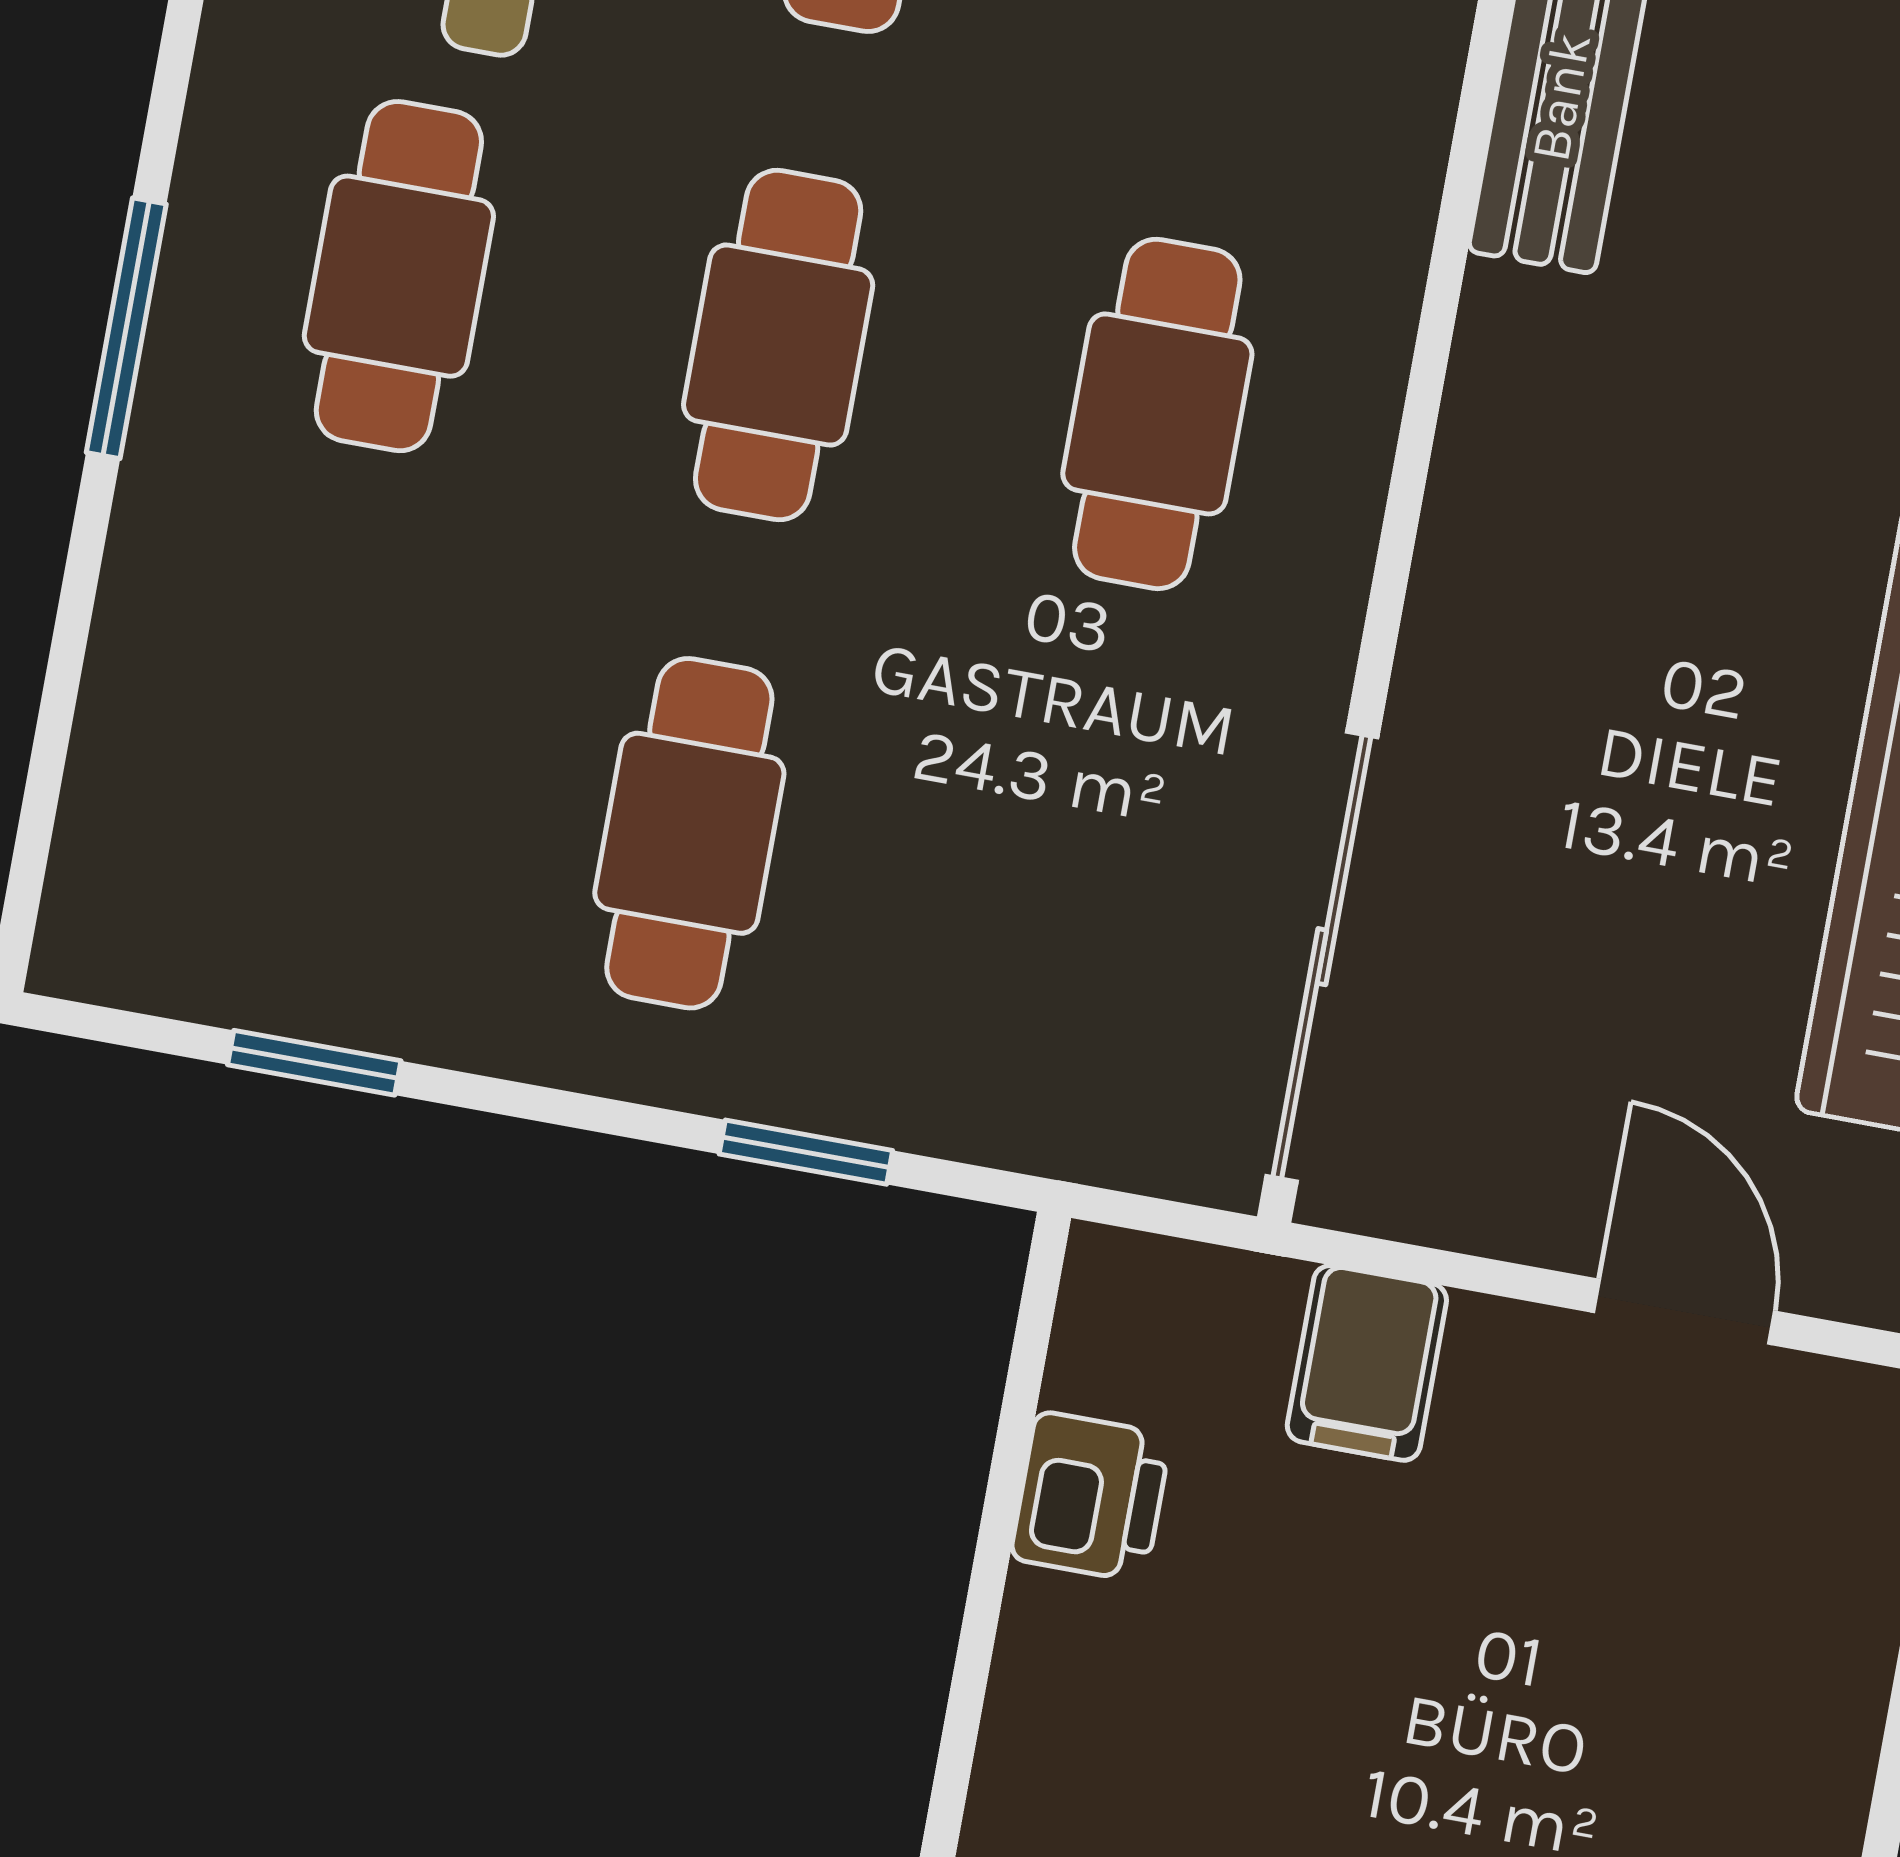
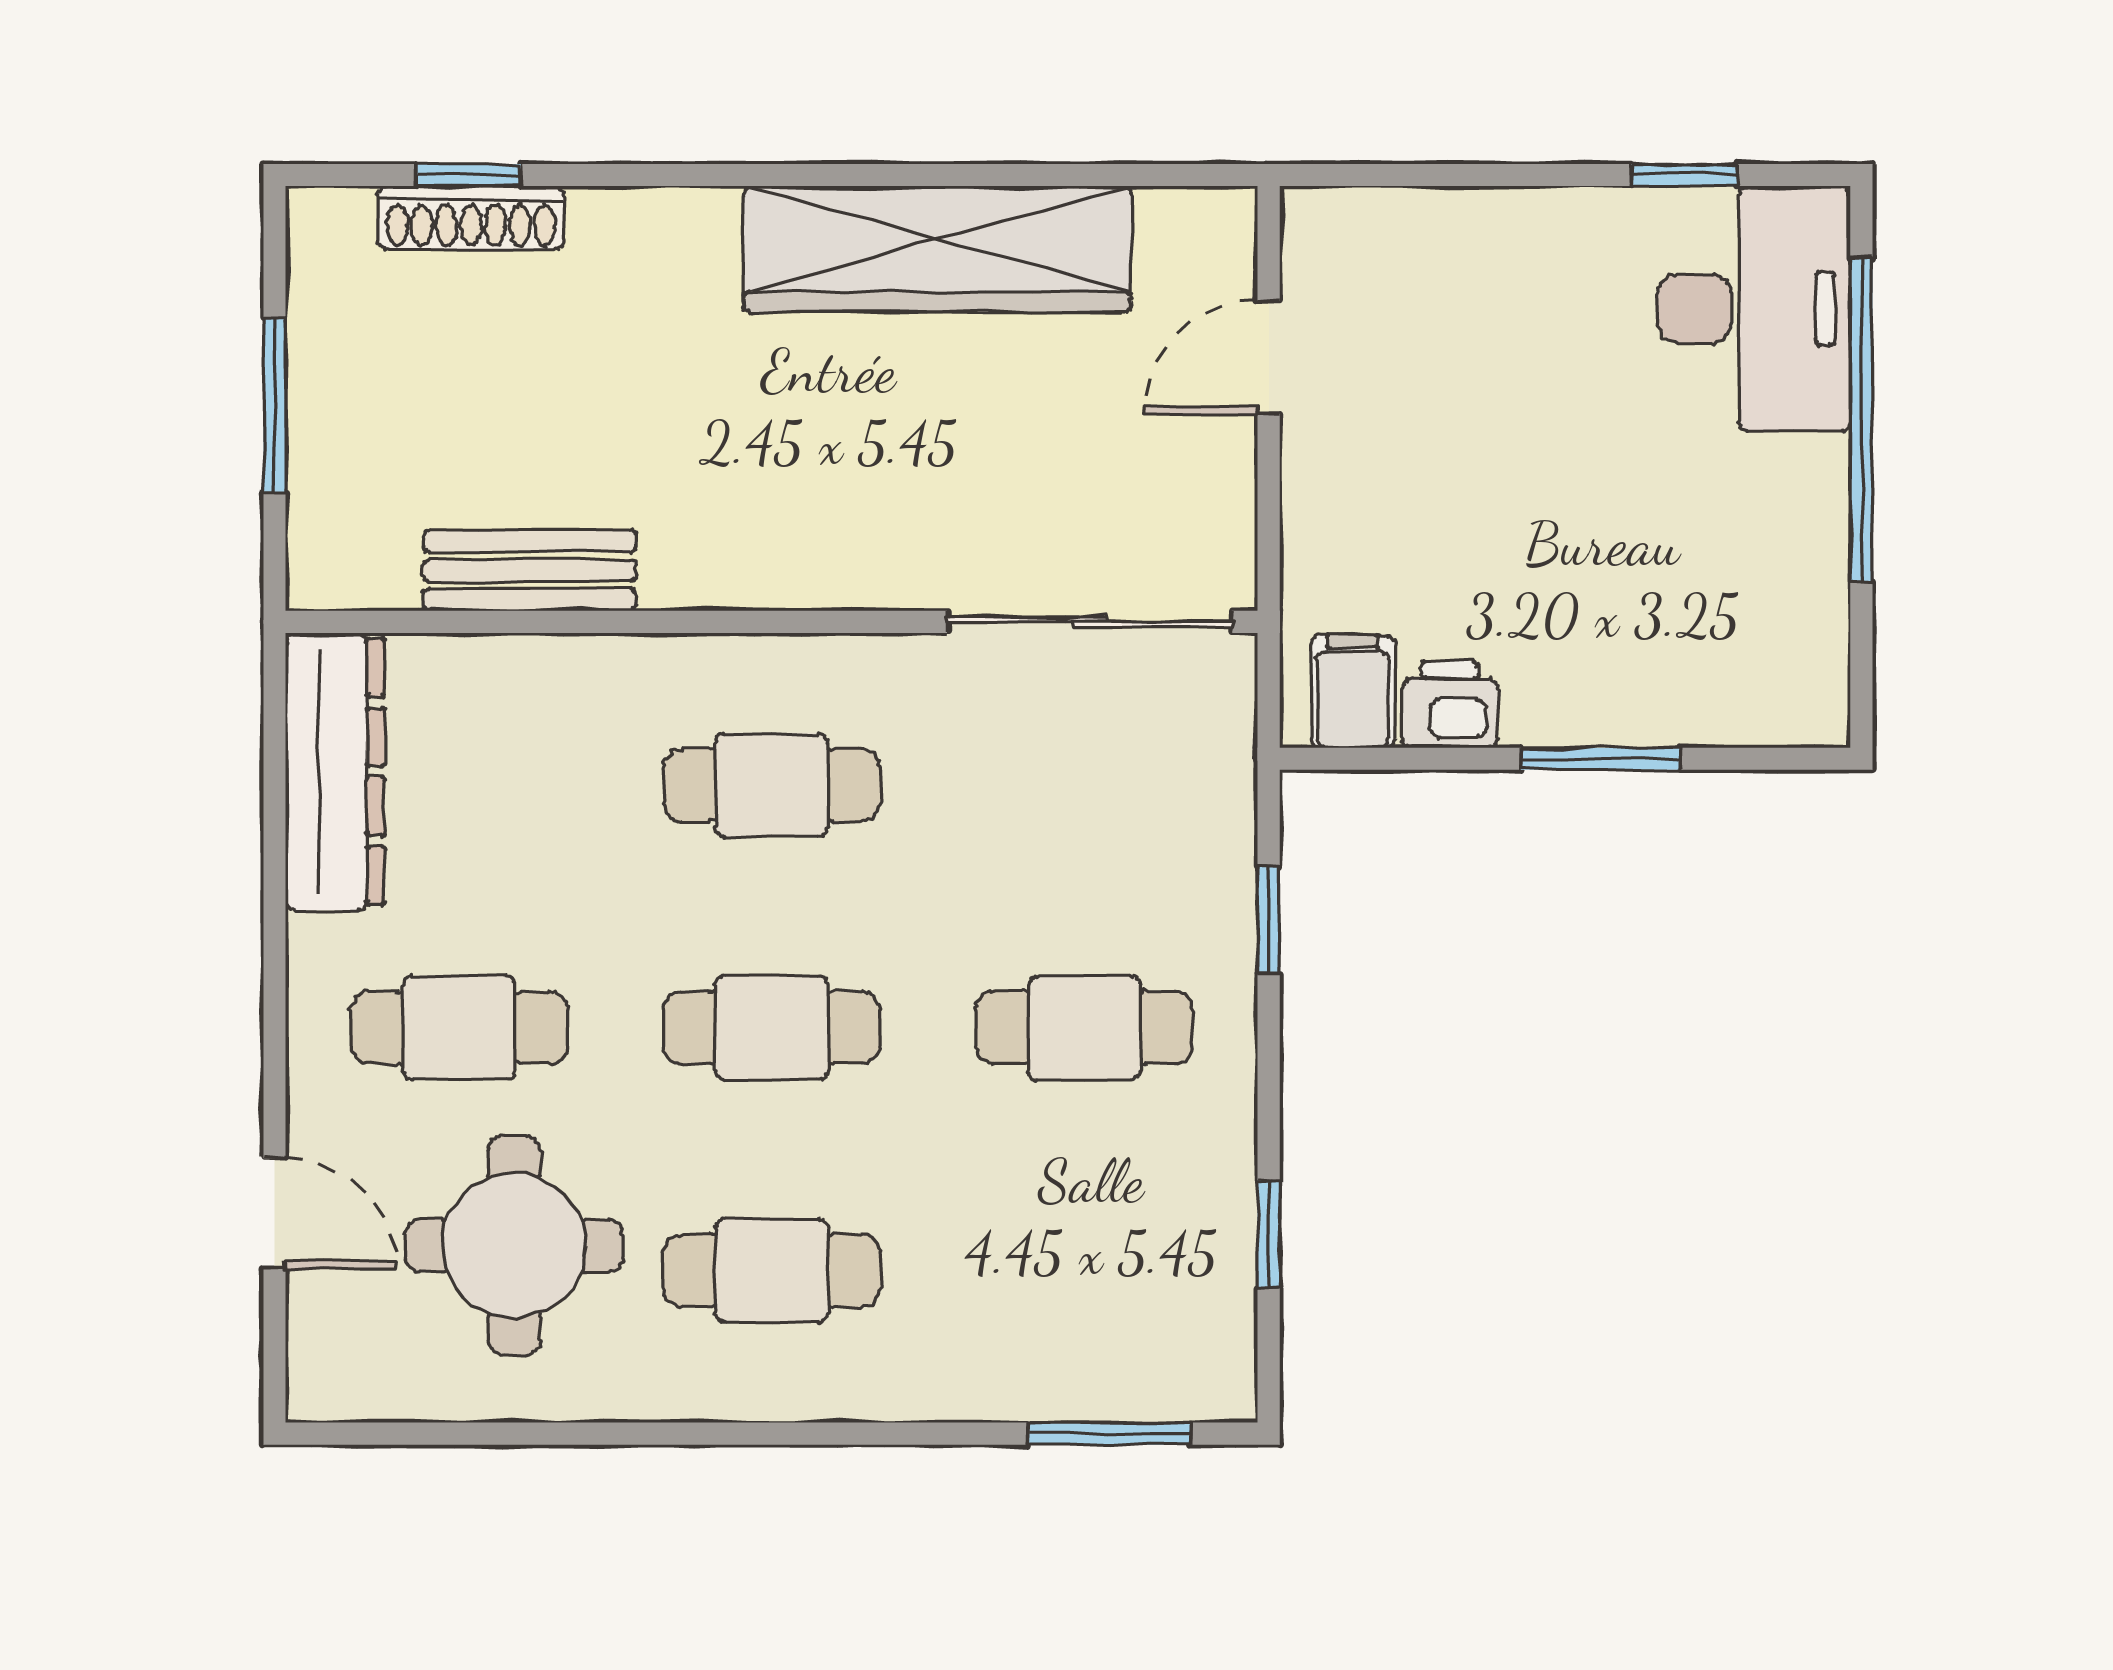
window: (126, 328) -> (1110, 1434), moved
filing cabinet: (1367, 1363) -> (1353, 691), moved, turned -90
window: (963, 1717) -> (1601, 759), added

